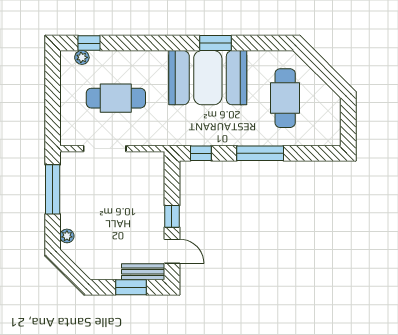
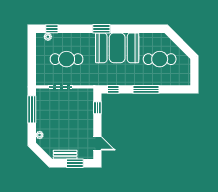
window: (215, 43) -> (101, 29), moved
cafe table: (285, 98) -> (160, 59), turned 90
window: (172, 216) -> (97, 108), moved
bench: (143, 272) -> (65, 155), moved

